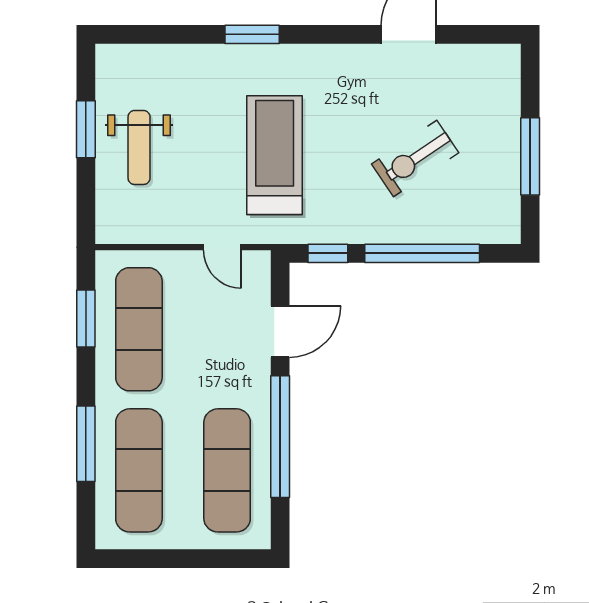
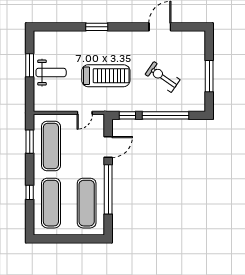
weight bench: (139, 147) -> (51, 73), turned -90
treadmill: (275, 155) -> (106, 76), turned 90
exercise bike: (415, 158) -> (163, 77), turned 69
door: (222, 247) -> (85, 113), hinge flipped
window: (86, 444) -> (30, 192), width x0.46

